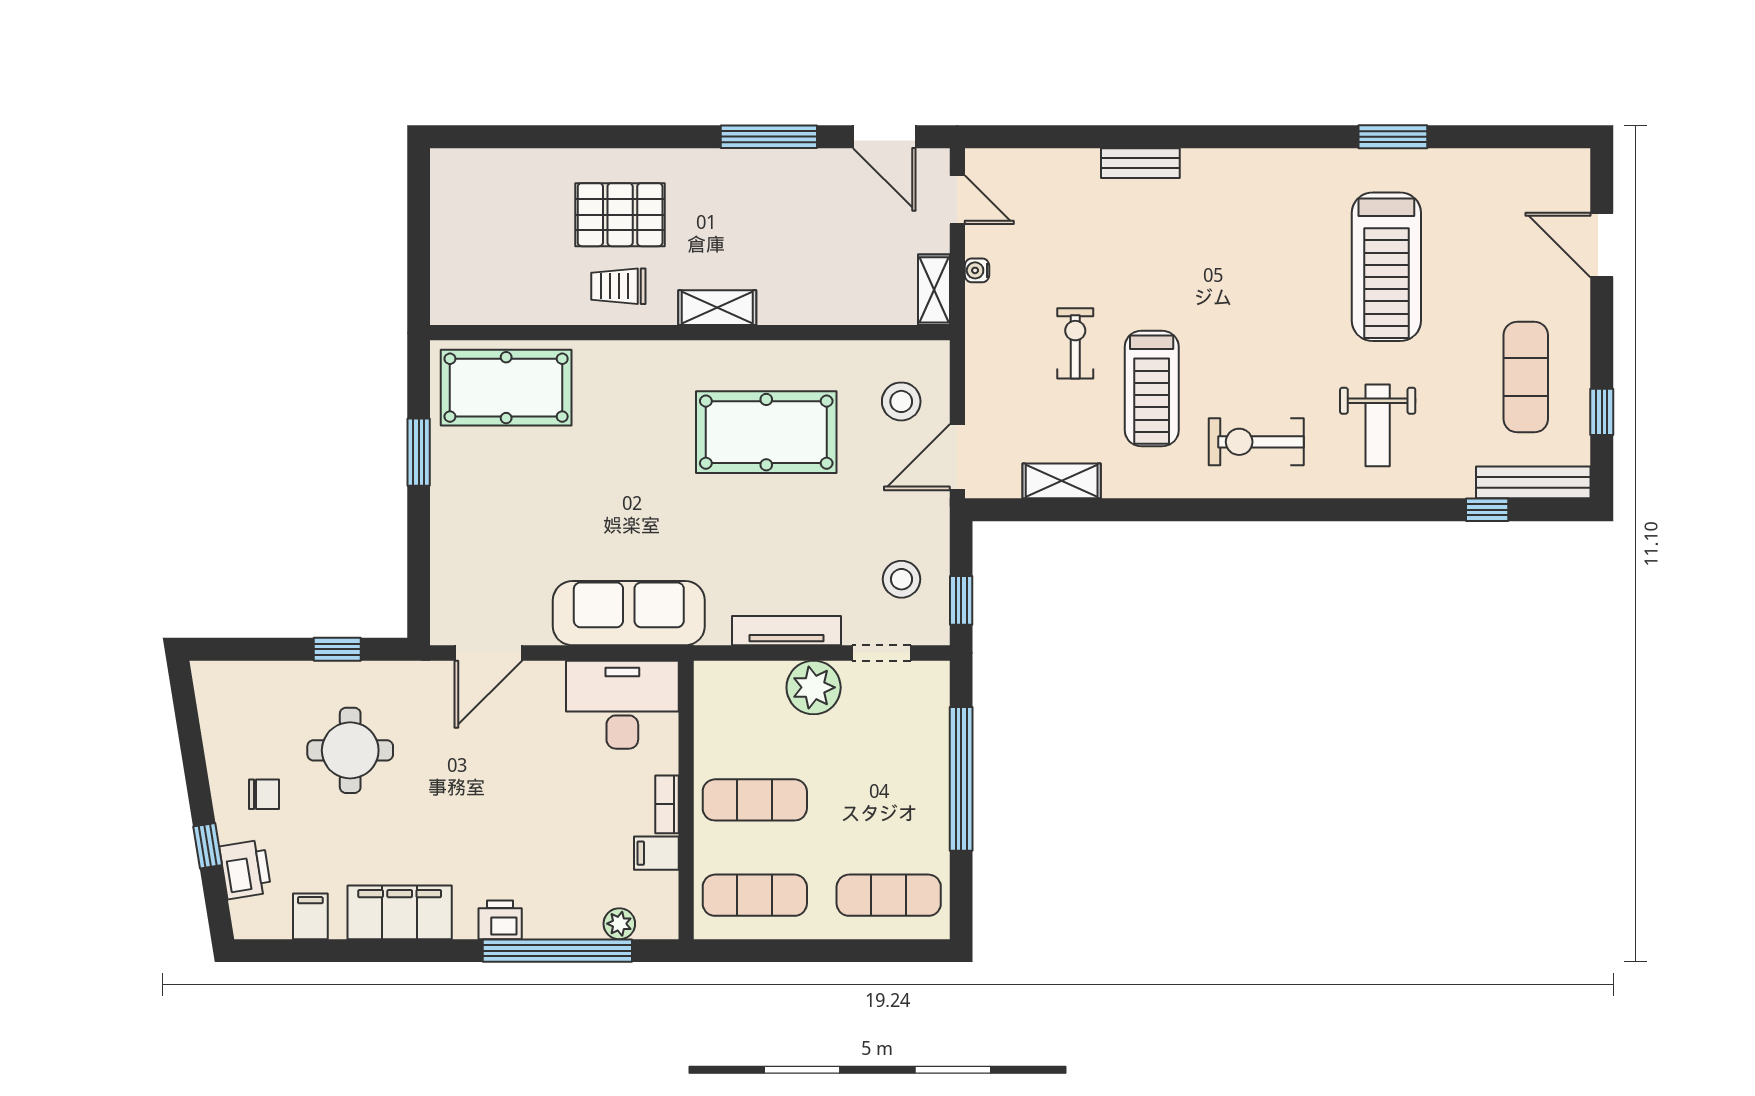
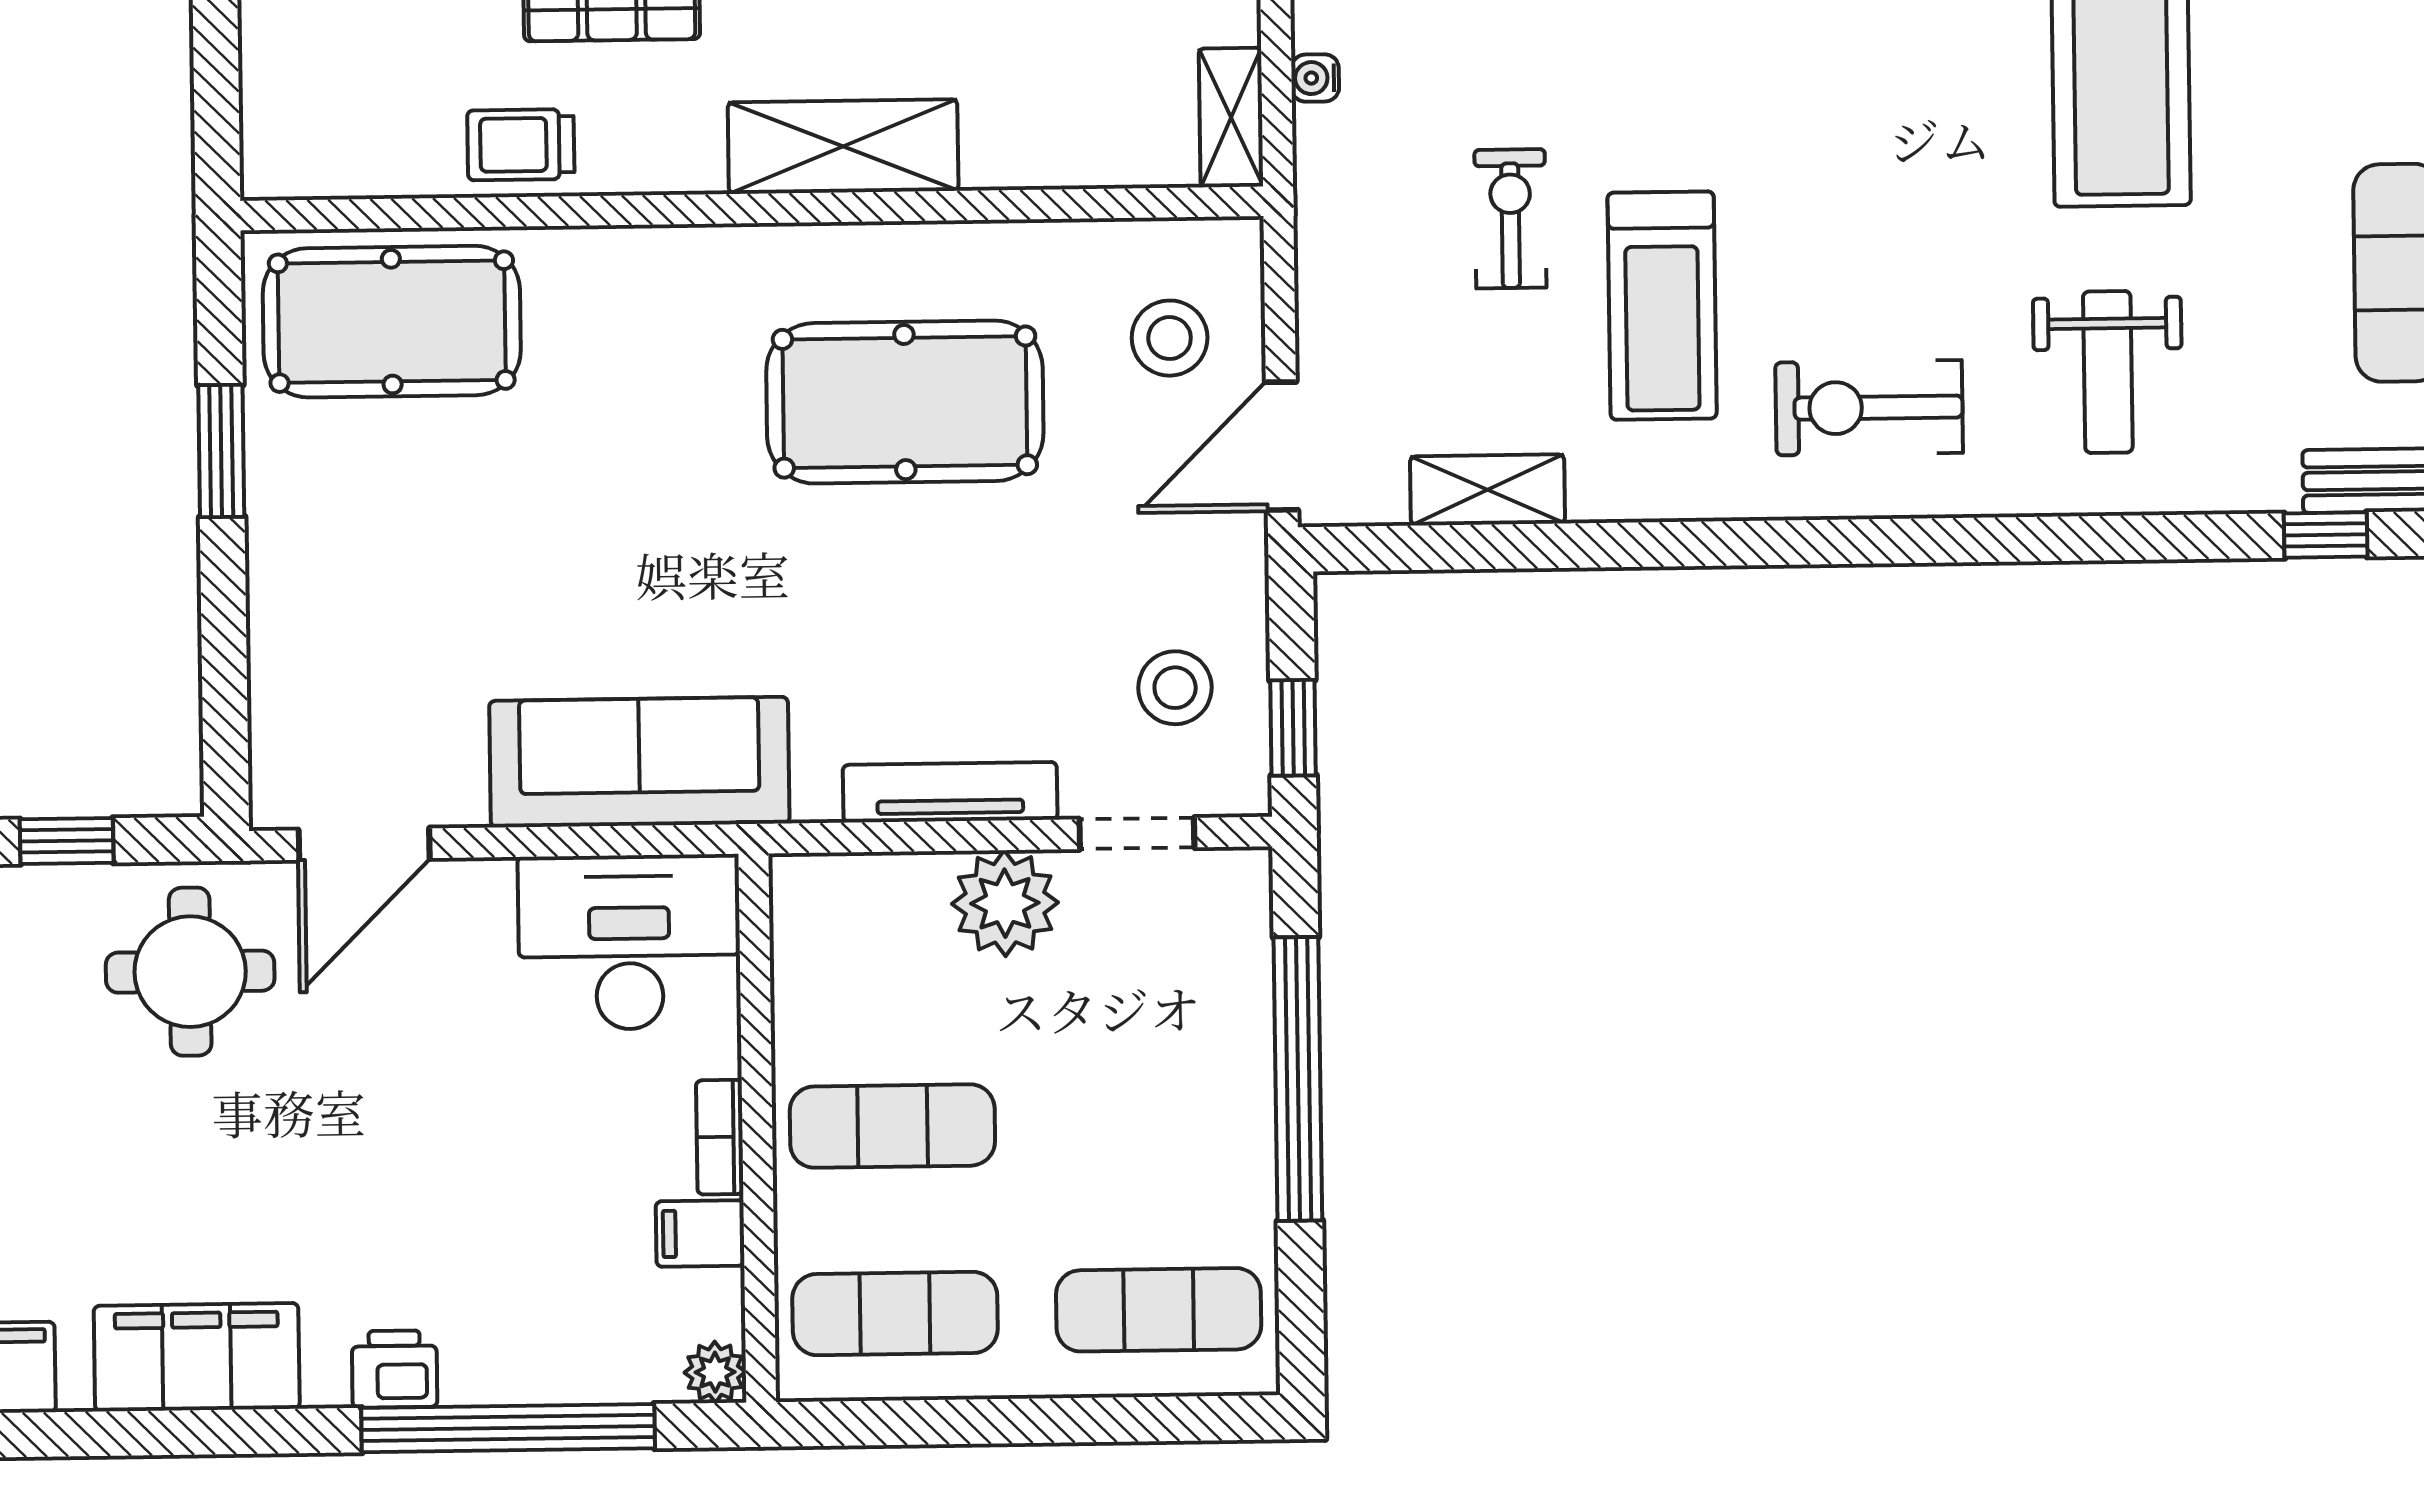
trolley: (618, 286) -> (521, 145), moved
shelving: (717, 308) -> (843, 146), width x1.50, depth x1.33
round table: (350, 750) -> (190, 972), moved
plant: (619, 924) -> (715, 1372), moved

